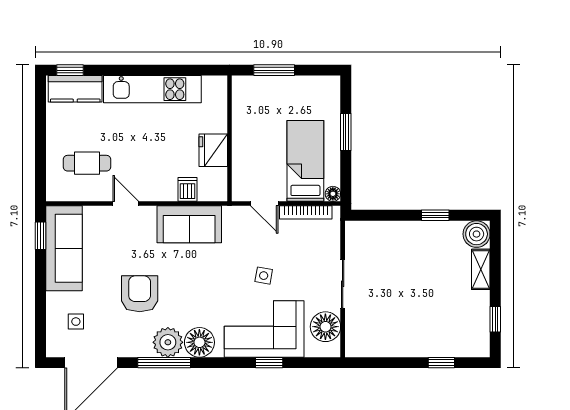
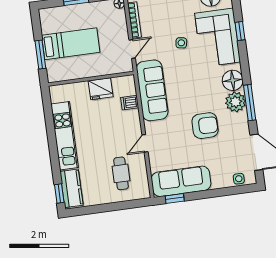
bed: (305, 161) -> (71, 44), moved, turned 180
sofa: (189, 224) -> (152, 90), width x1.36
armchair: (140, 294) -> (205, 126), turned 180
side table: (76, 322) -> (239, 179), moved

